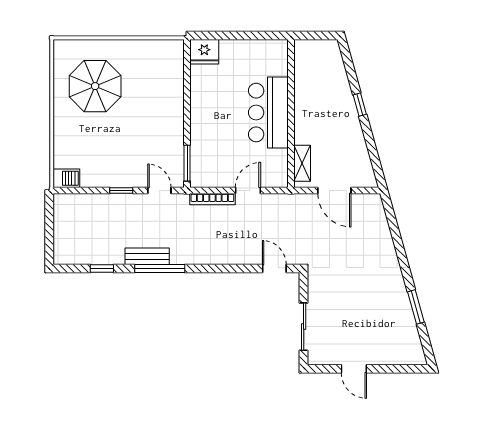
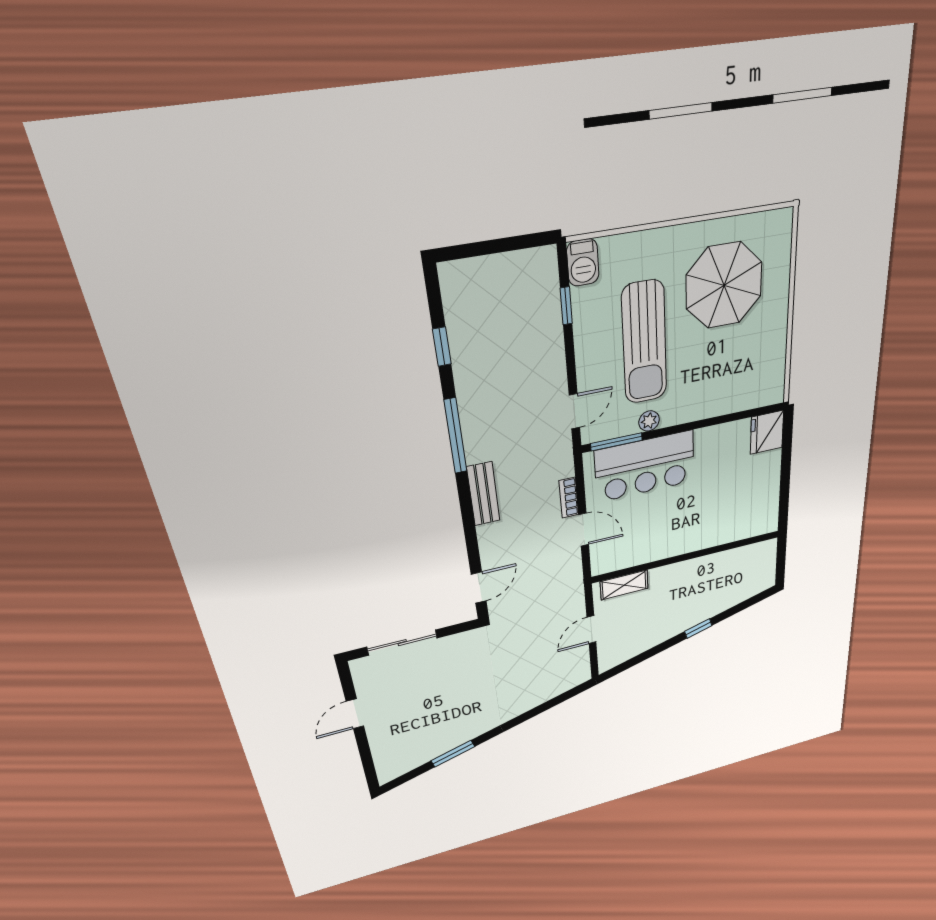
bar counter: (268, 113) -> (645, 466), moved, turned 180
plant: (177, 140) -> (649, 421), added
sun lounger: (123, 141) -> (644, 343), added
window: (121, 191) -> (566, 306), moved
door: (334, 191) -> (591, 630), width x0.73
bookcase: (212, 199) -> (569, 498), width x0.64
bench: (147, 256) -> (483, 494), moved

